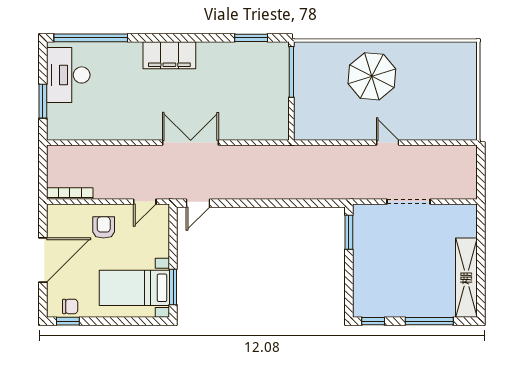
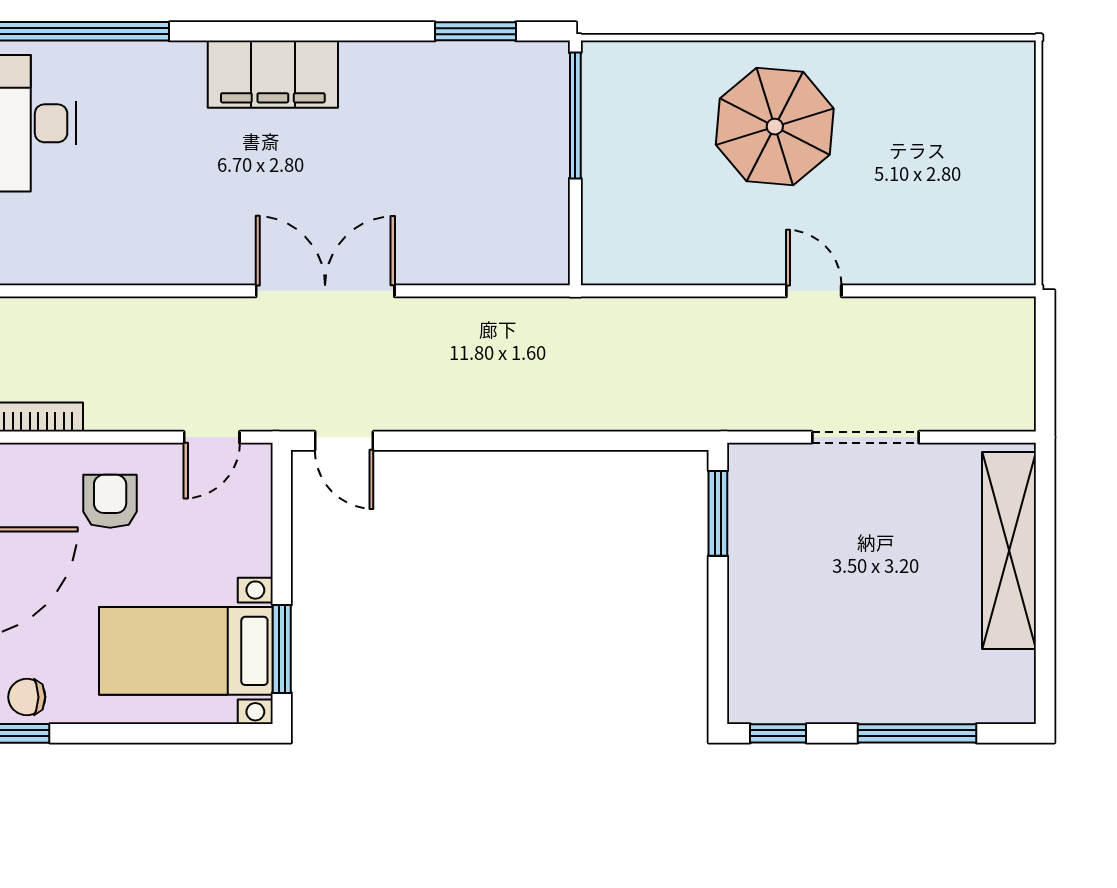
door: (198, 203) -> (344, 441), hinge flipped
shelving: (466, 278) -> (1009, 551), moved
chair: (70, 306) -> (27, 697), turned 180

